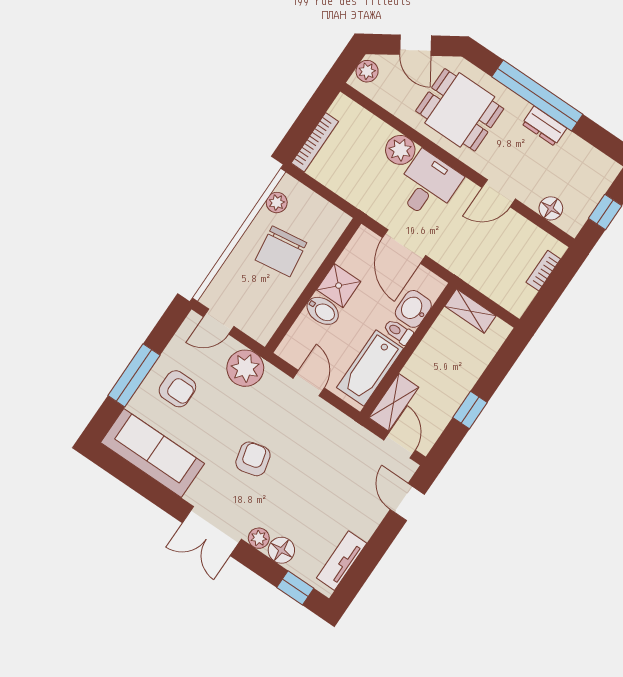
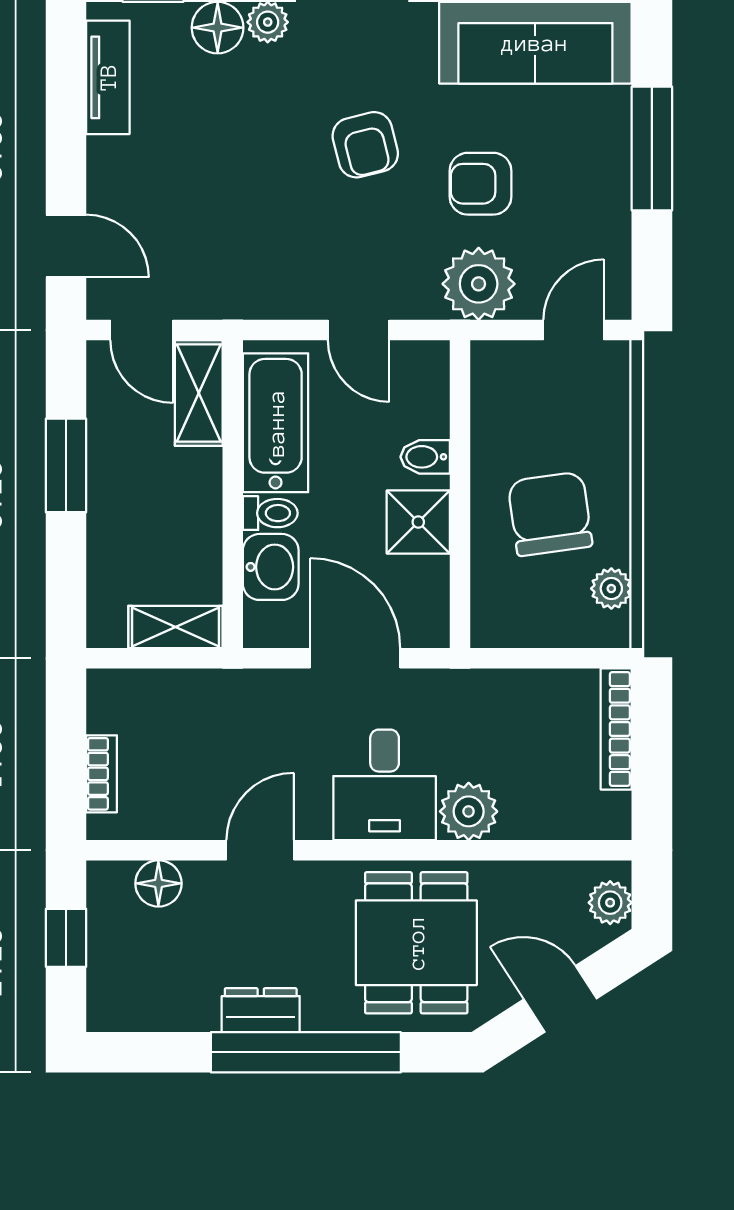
dining table: (460, 110) -> (416, 943), turned 90
bidet: (323, 311) -> (425, 457), width x0.72, depth x0.74
armchair: (177, 389) -> (480, 184), moved
window: (470, 410) -> (66, 465), width x1.50

